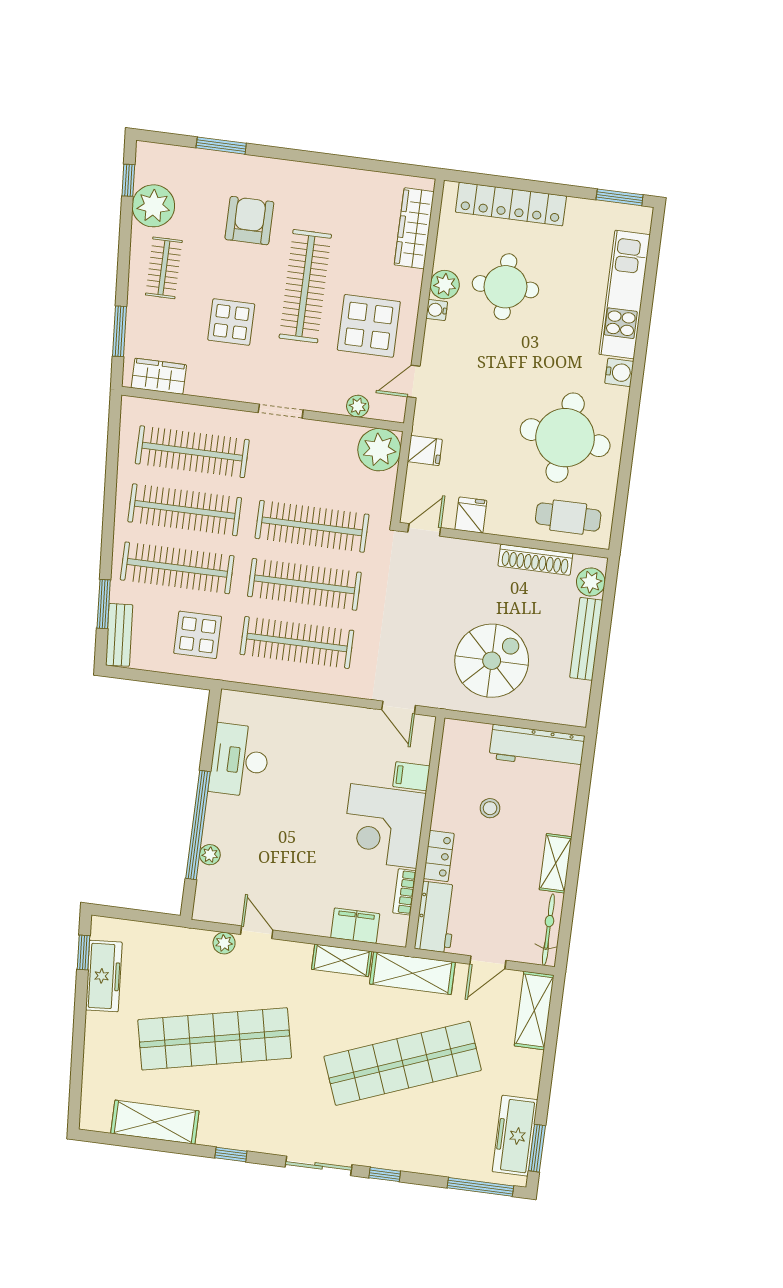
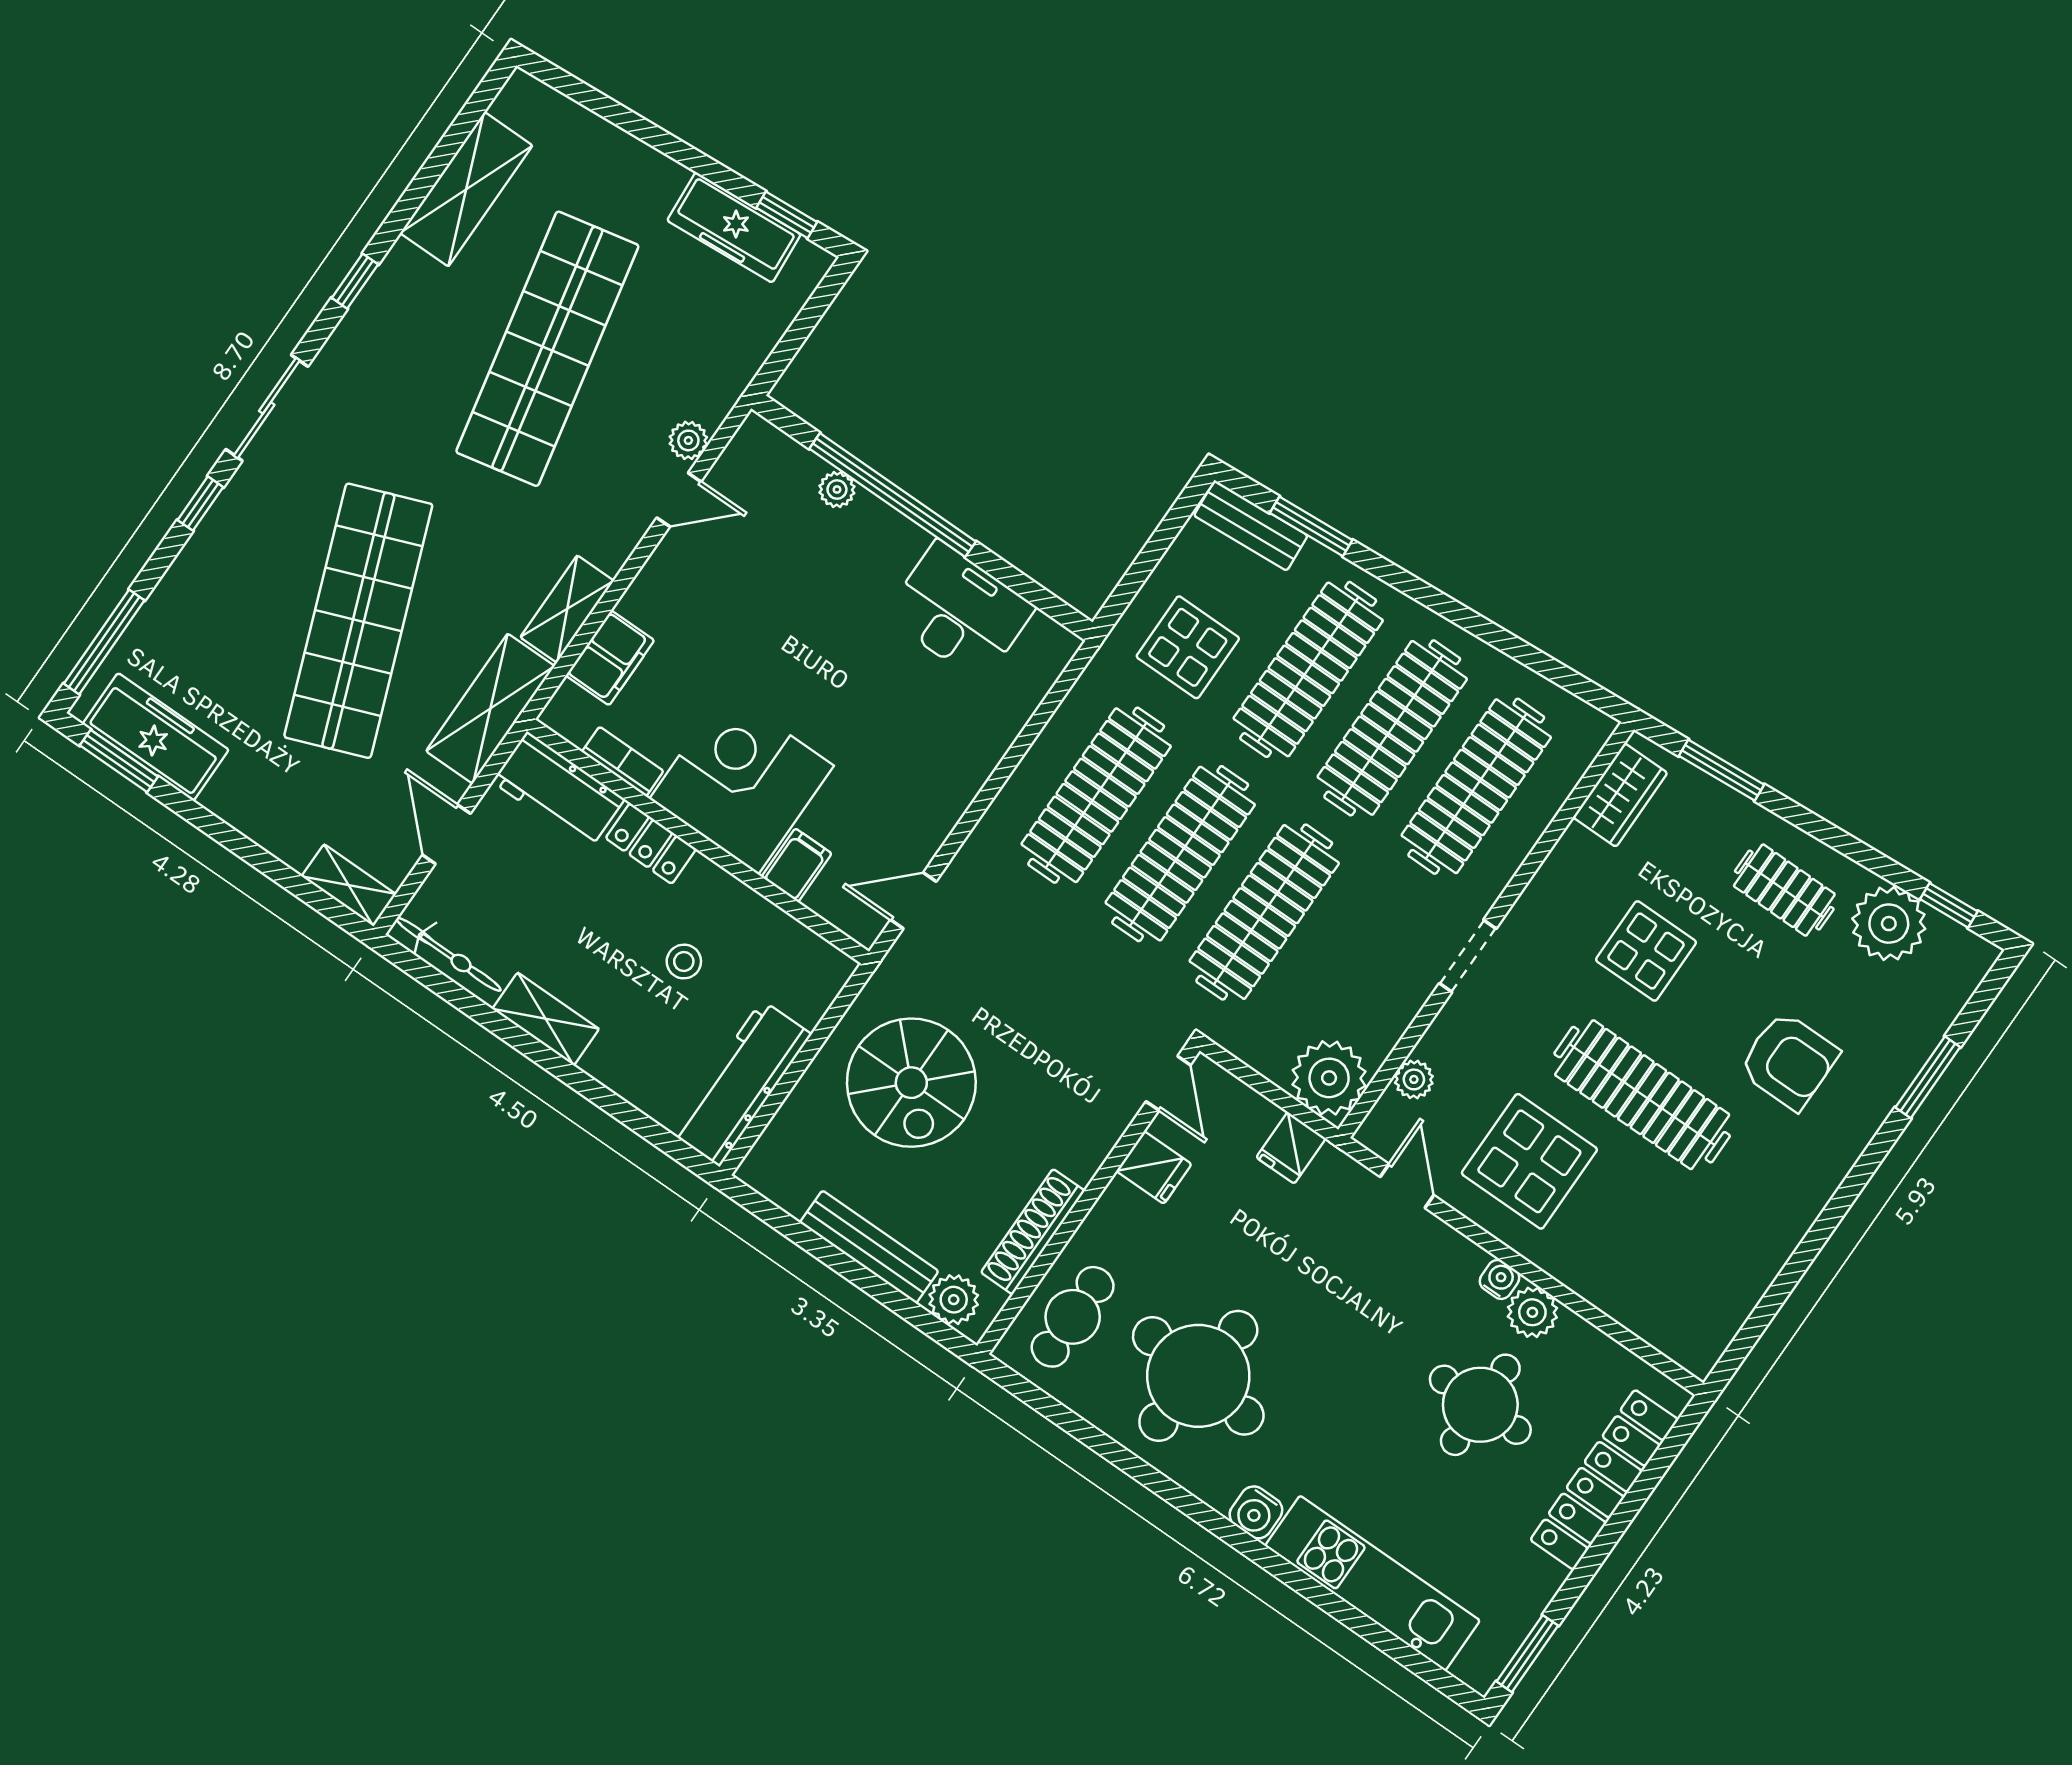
wardrobe: (414, 228) -> (1644, 1310), removed
shelving: (534, 1010) -> (349, 885), width x0.67, depth x0.75

